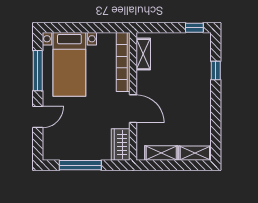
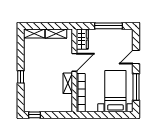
shelving: (143, 54) -> (68, 83), moved
window: (216, 70) -> (21, 77), moved
door: (133, 109) -> (74, 62), swing flipped

